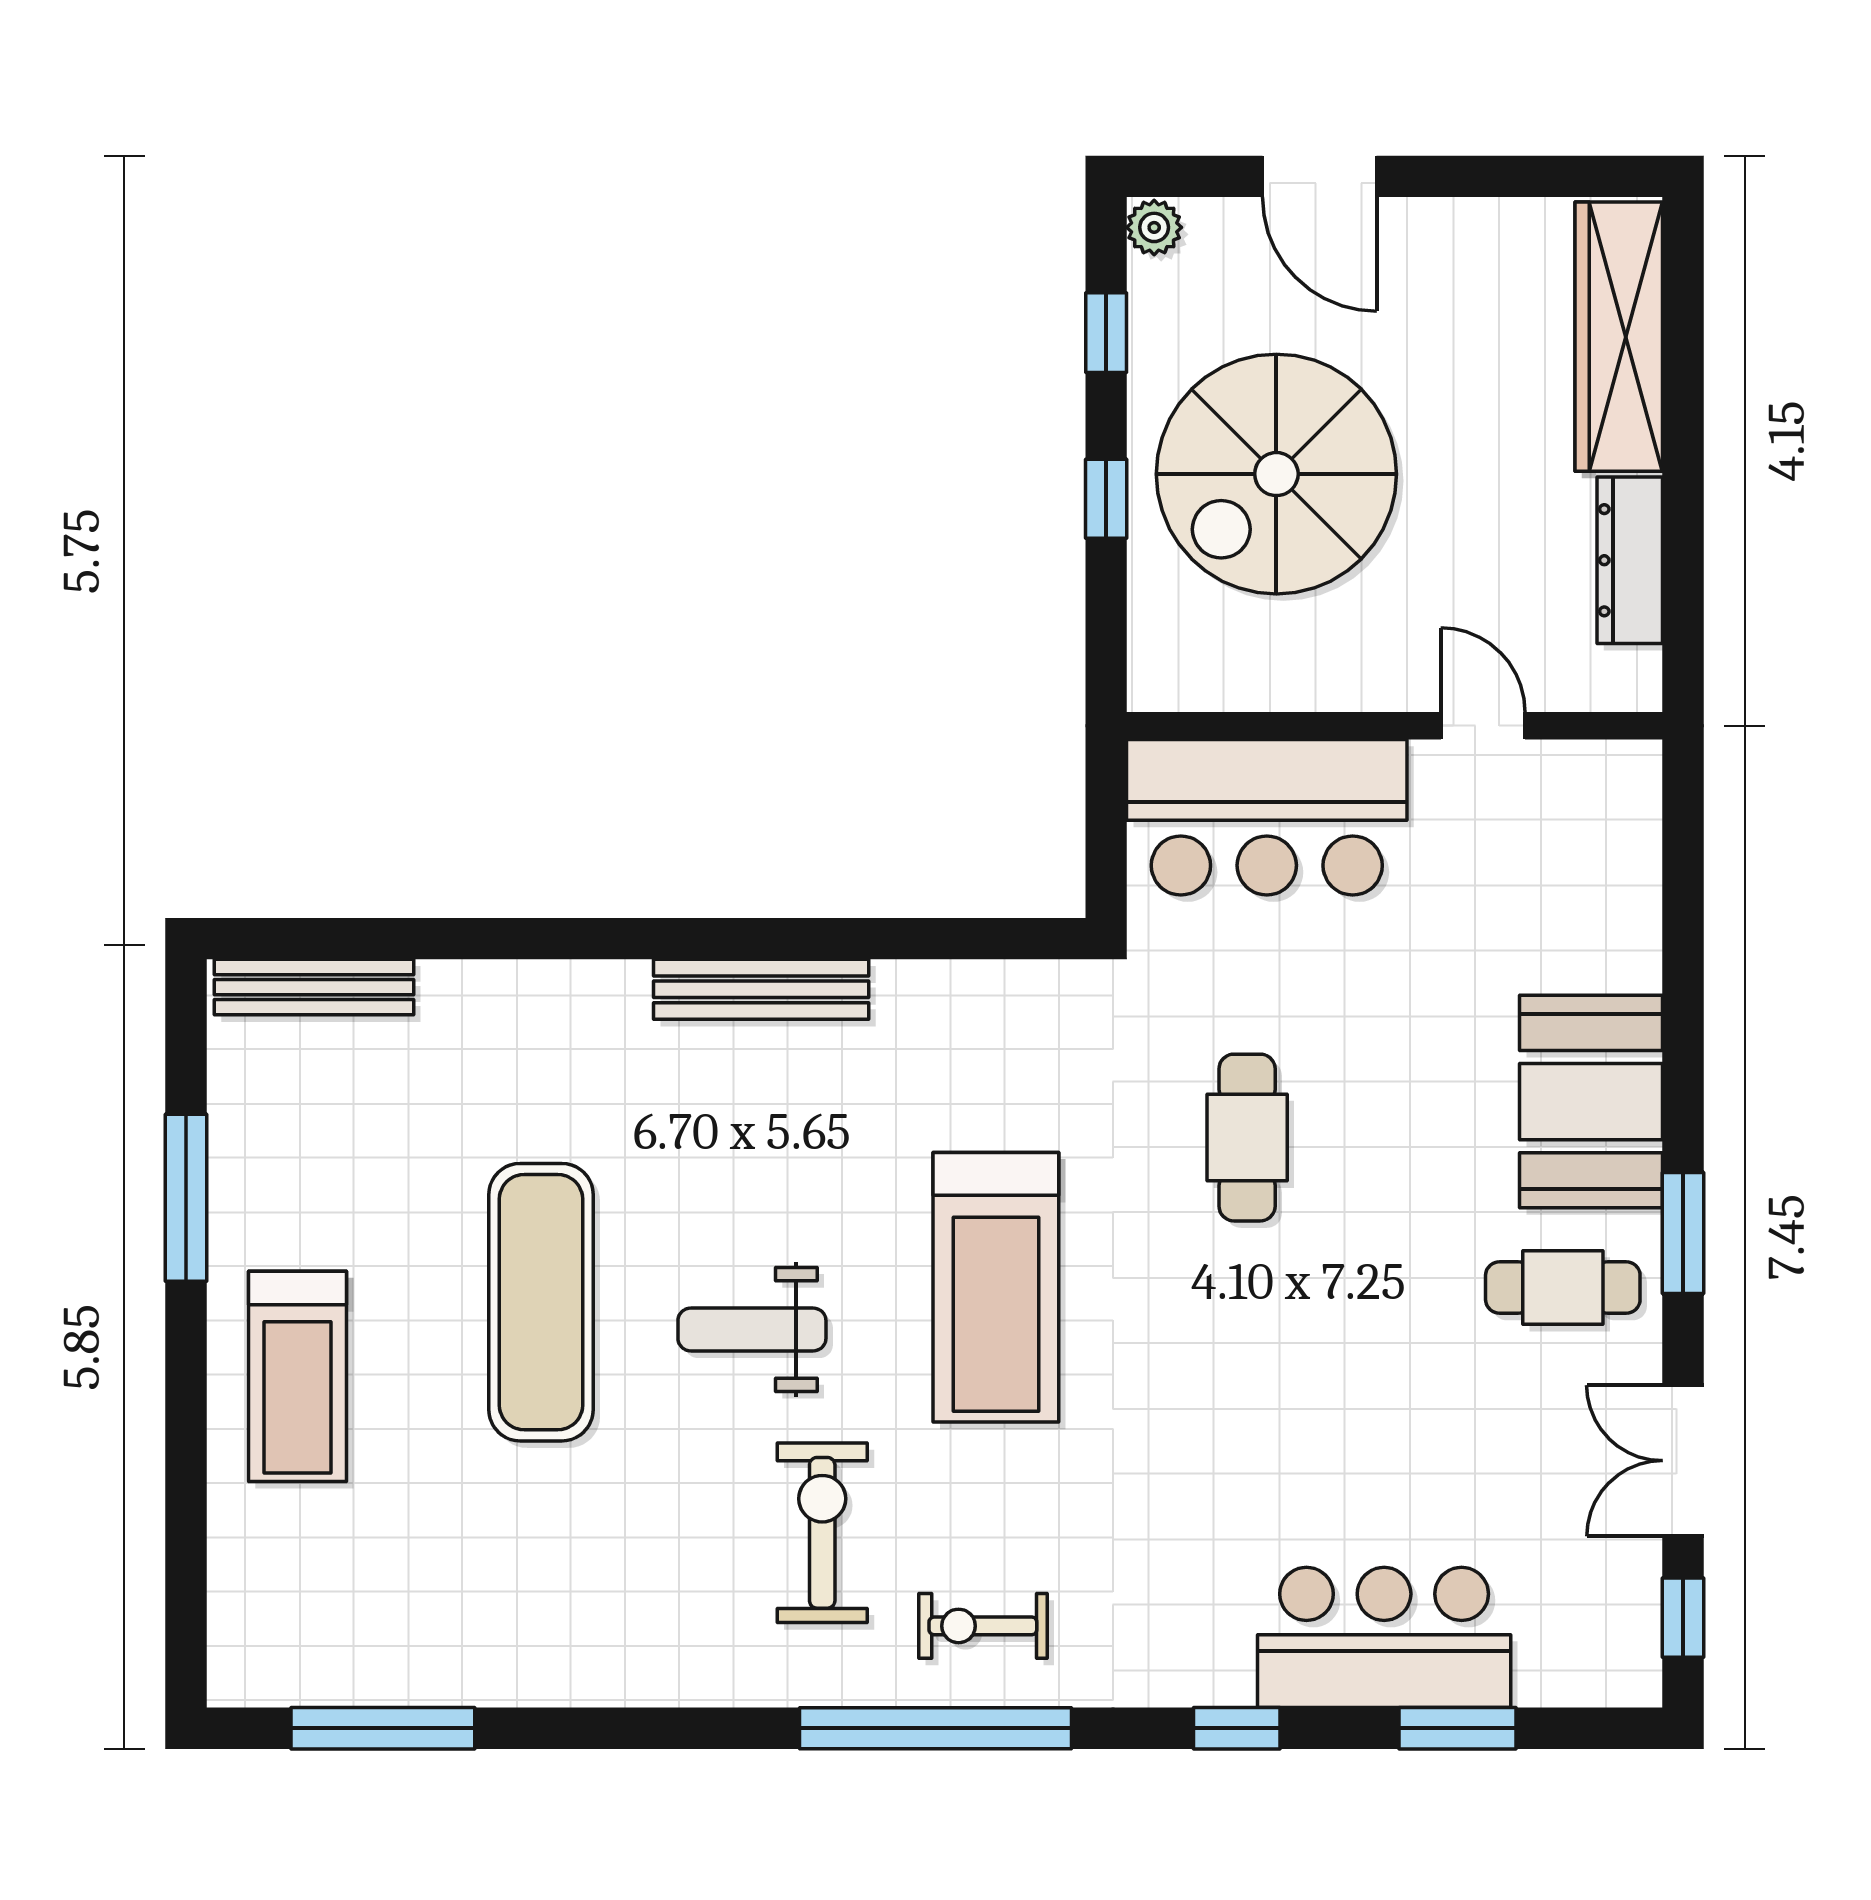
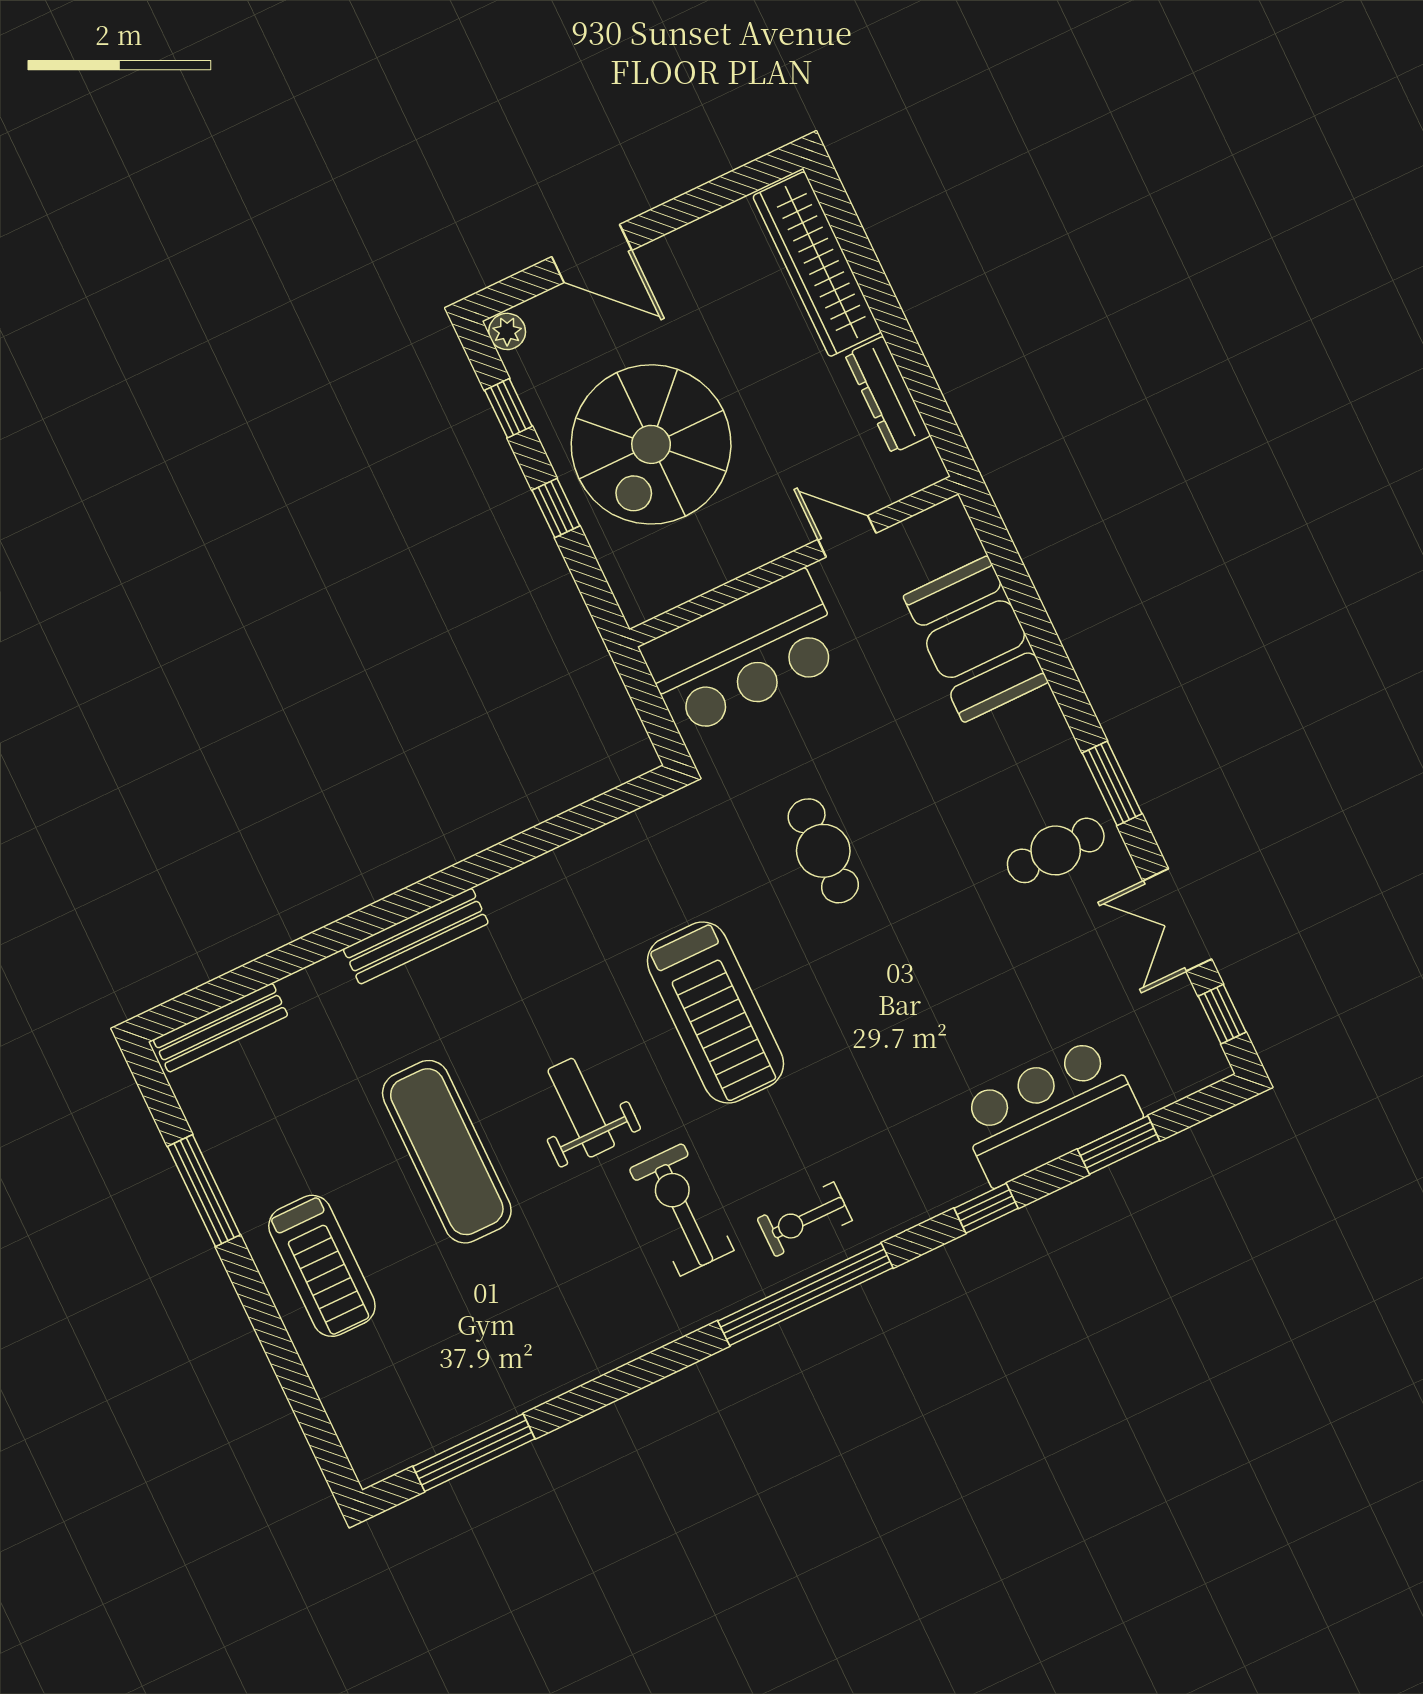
bench: (761, 989) -> (416, 936), moved
booth: (1591, 1102) -> (976, 639), moved
weight bench: (752, 1329) -> (581, 1108), turned 90

